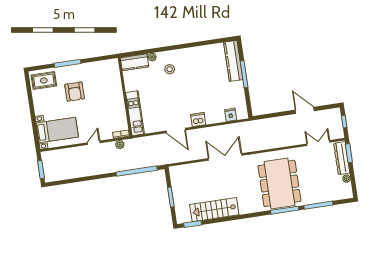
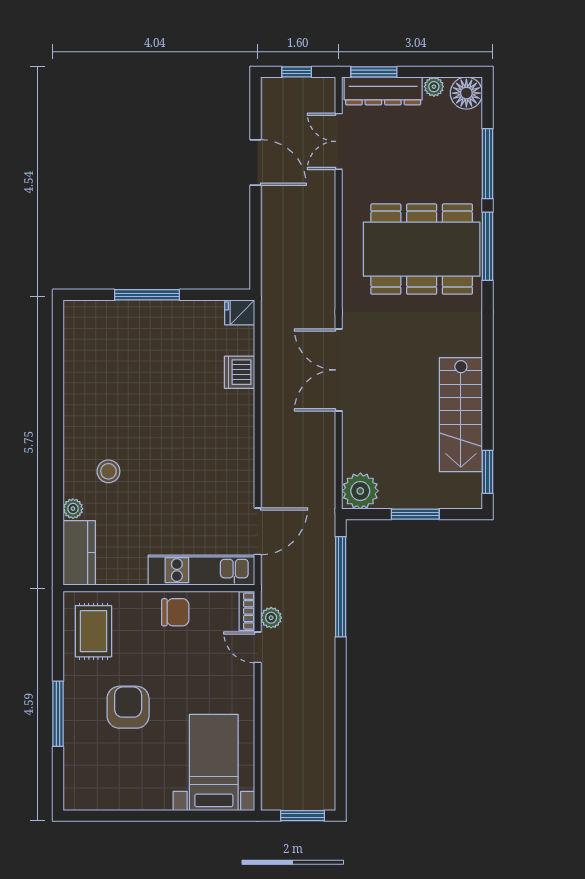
kitchen counter: (233, 61) -> (111, 316), removed
rug: (44, 81) -> (93, 631), moved
armchair: (75, 92) -> (128, 707), turned -90
chair: (116, 105) -> (175, 612), added
door: (305, 110) -> (256, 162), swing flipped
fridge: (231, 115) -> (240, 312), moved
dishwasher: (198, 120) -> (239, 372), moved
door: (176, 131) -> (258, 531), moved
door: (94, 143) -> (258, 647), moved
plant: (177, 173) -> (360, 491), added
floor lamp: (346, 192) -> (466, 93), added

